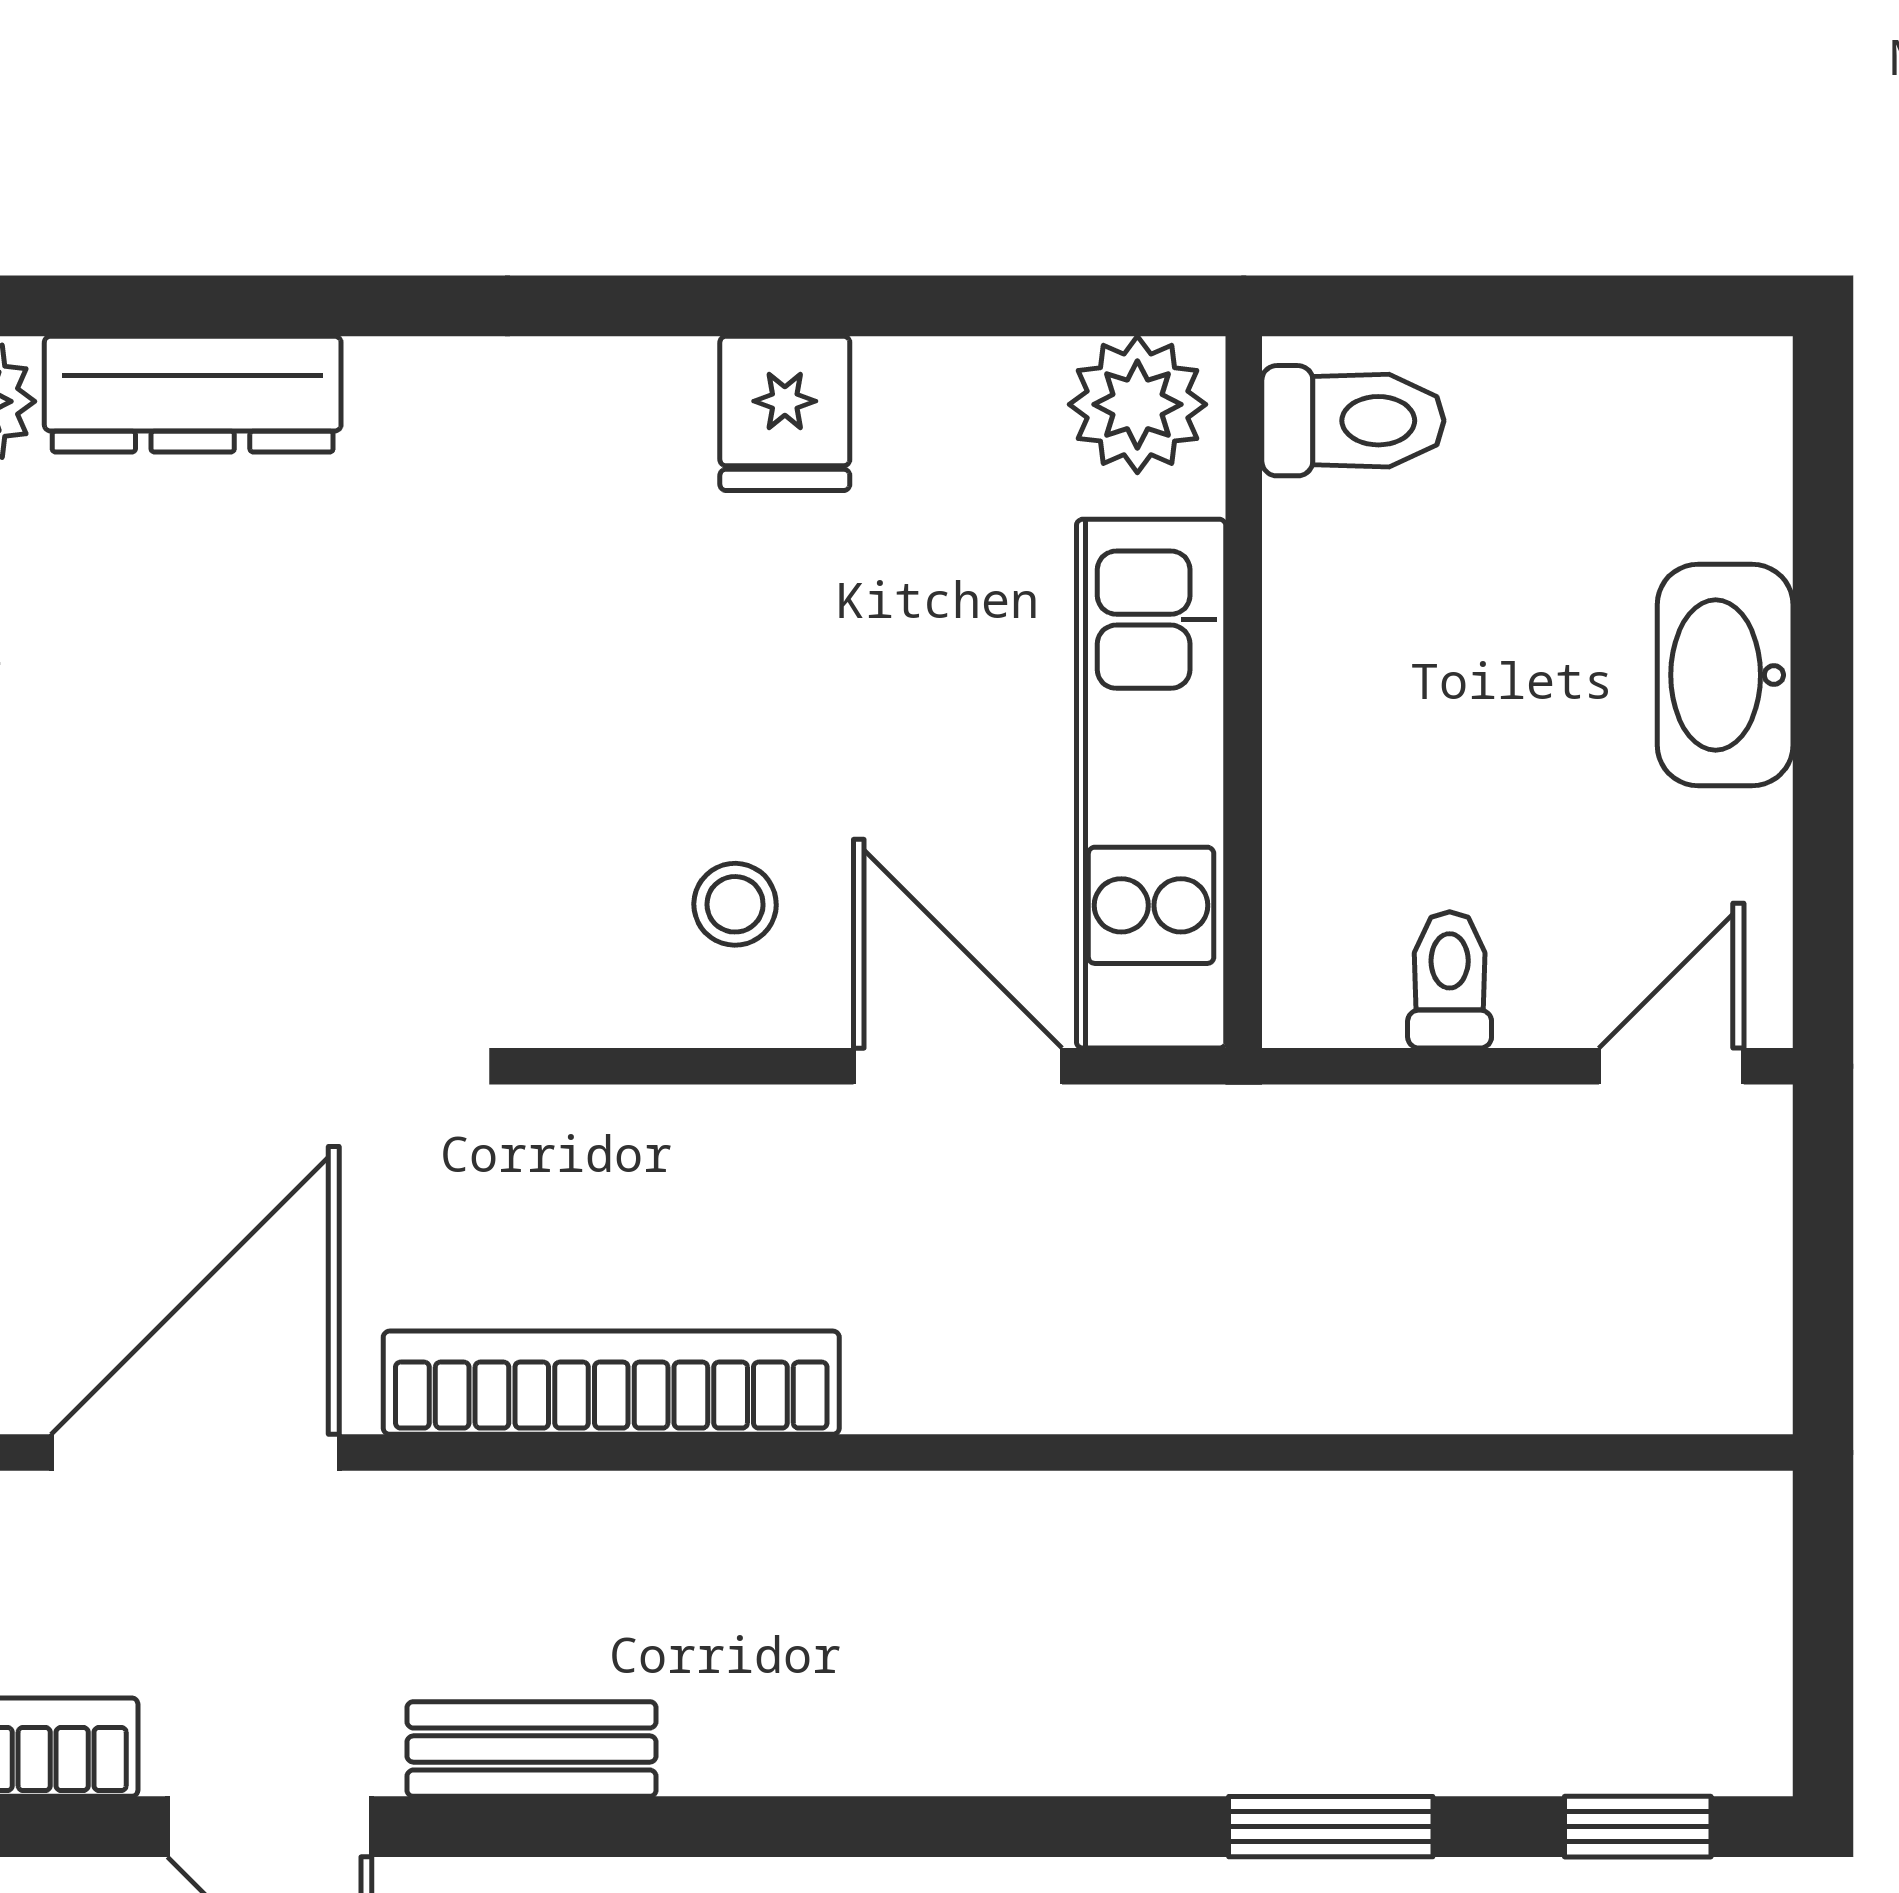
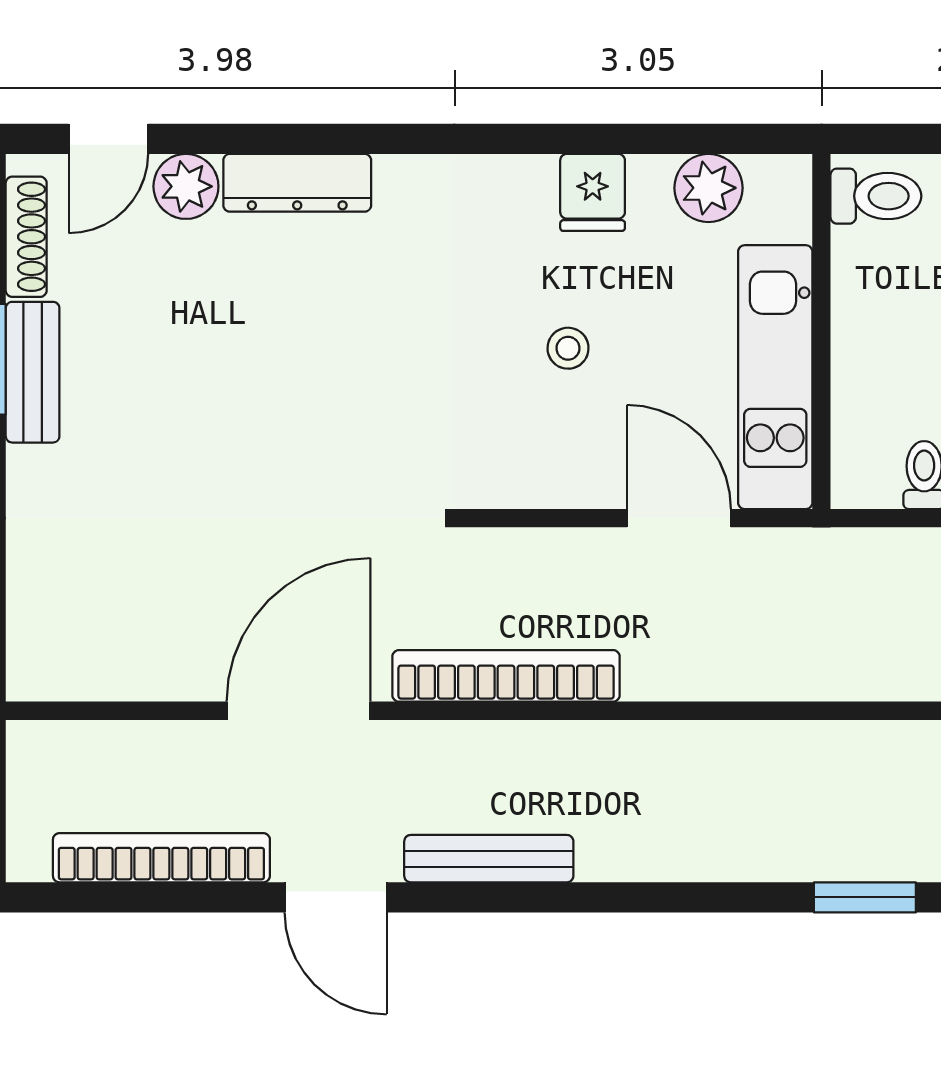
plant: (1137, 404) -> (708, 188), moved
stool: (735, 904) -> (568, 348), moved
bench: (532, 1749) -> (489, 859), width x1.36

